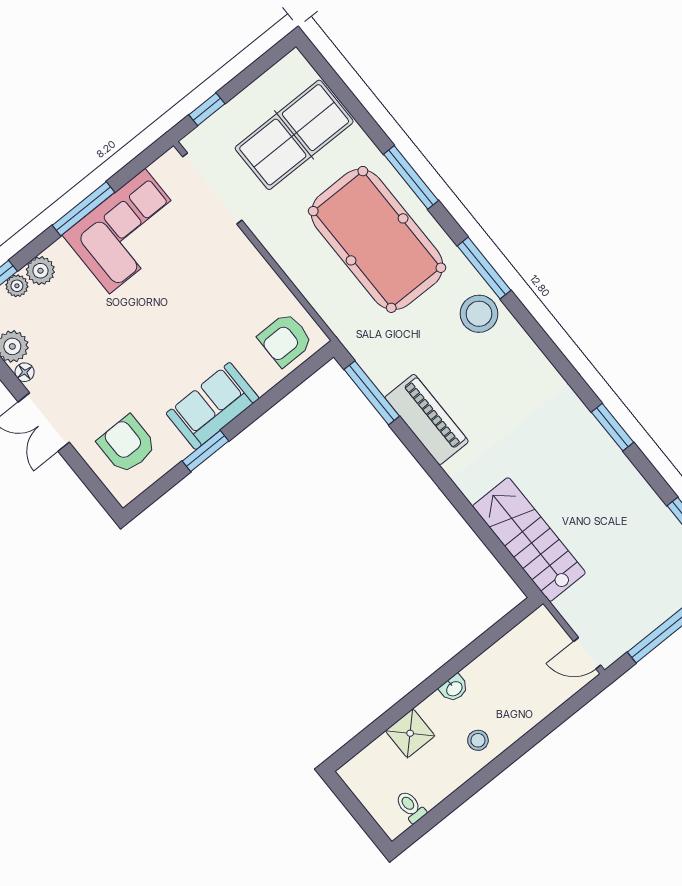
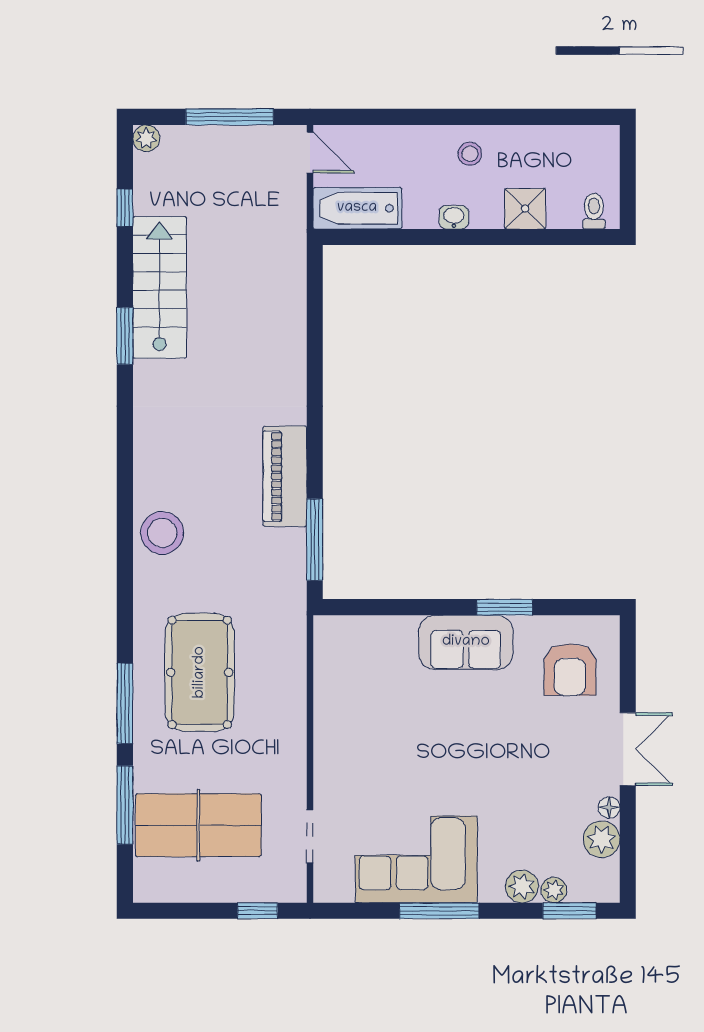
doorway: (212, 188) -> (310, 836), width x0.53
pool table: (377, 239) -> (200, 672), width x0.73, depth x0.76
window: (484, 268) -> (125, 805), moved
armchair: (285, 340) -> (353, 649), removed
stairs: (529, 539) -> (160, 287), moved, turned 180
bathtub: (524, 642) -> (357, 208), added
toilet: (411, 807) -> (594, 211), moved, turned 180

